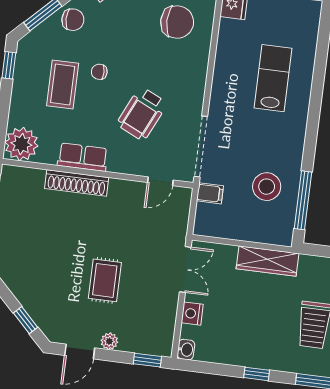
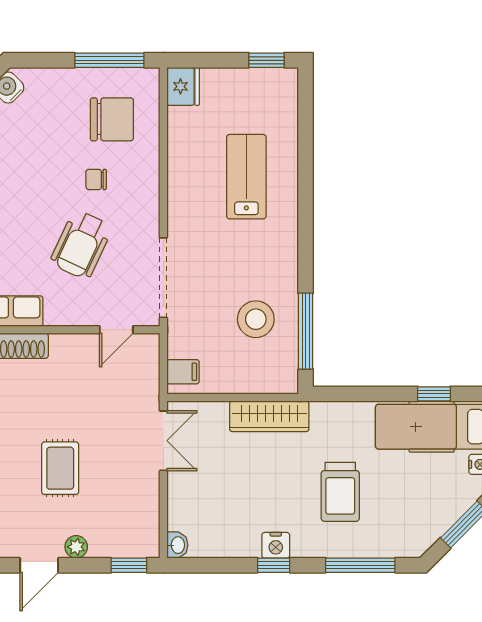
chair: (99, 72) -> (96, 179), moved
filing cabinet: (210, 193) -> (183, 372), moved
nightstand: (192, 314) -> (276, 545), moved, turned -90

